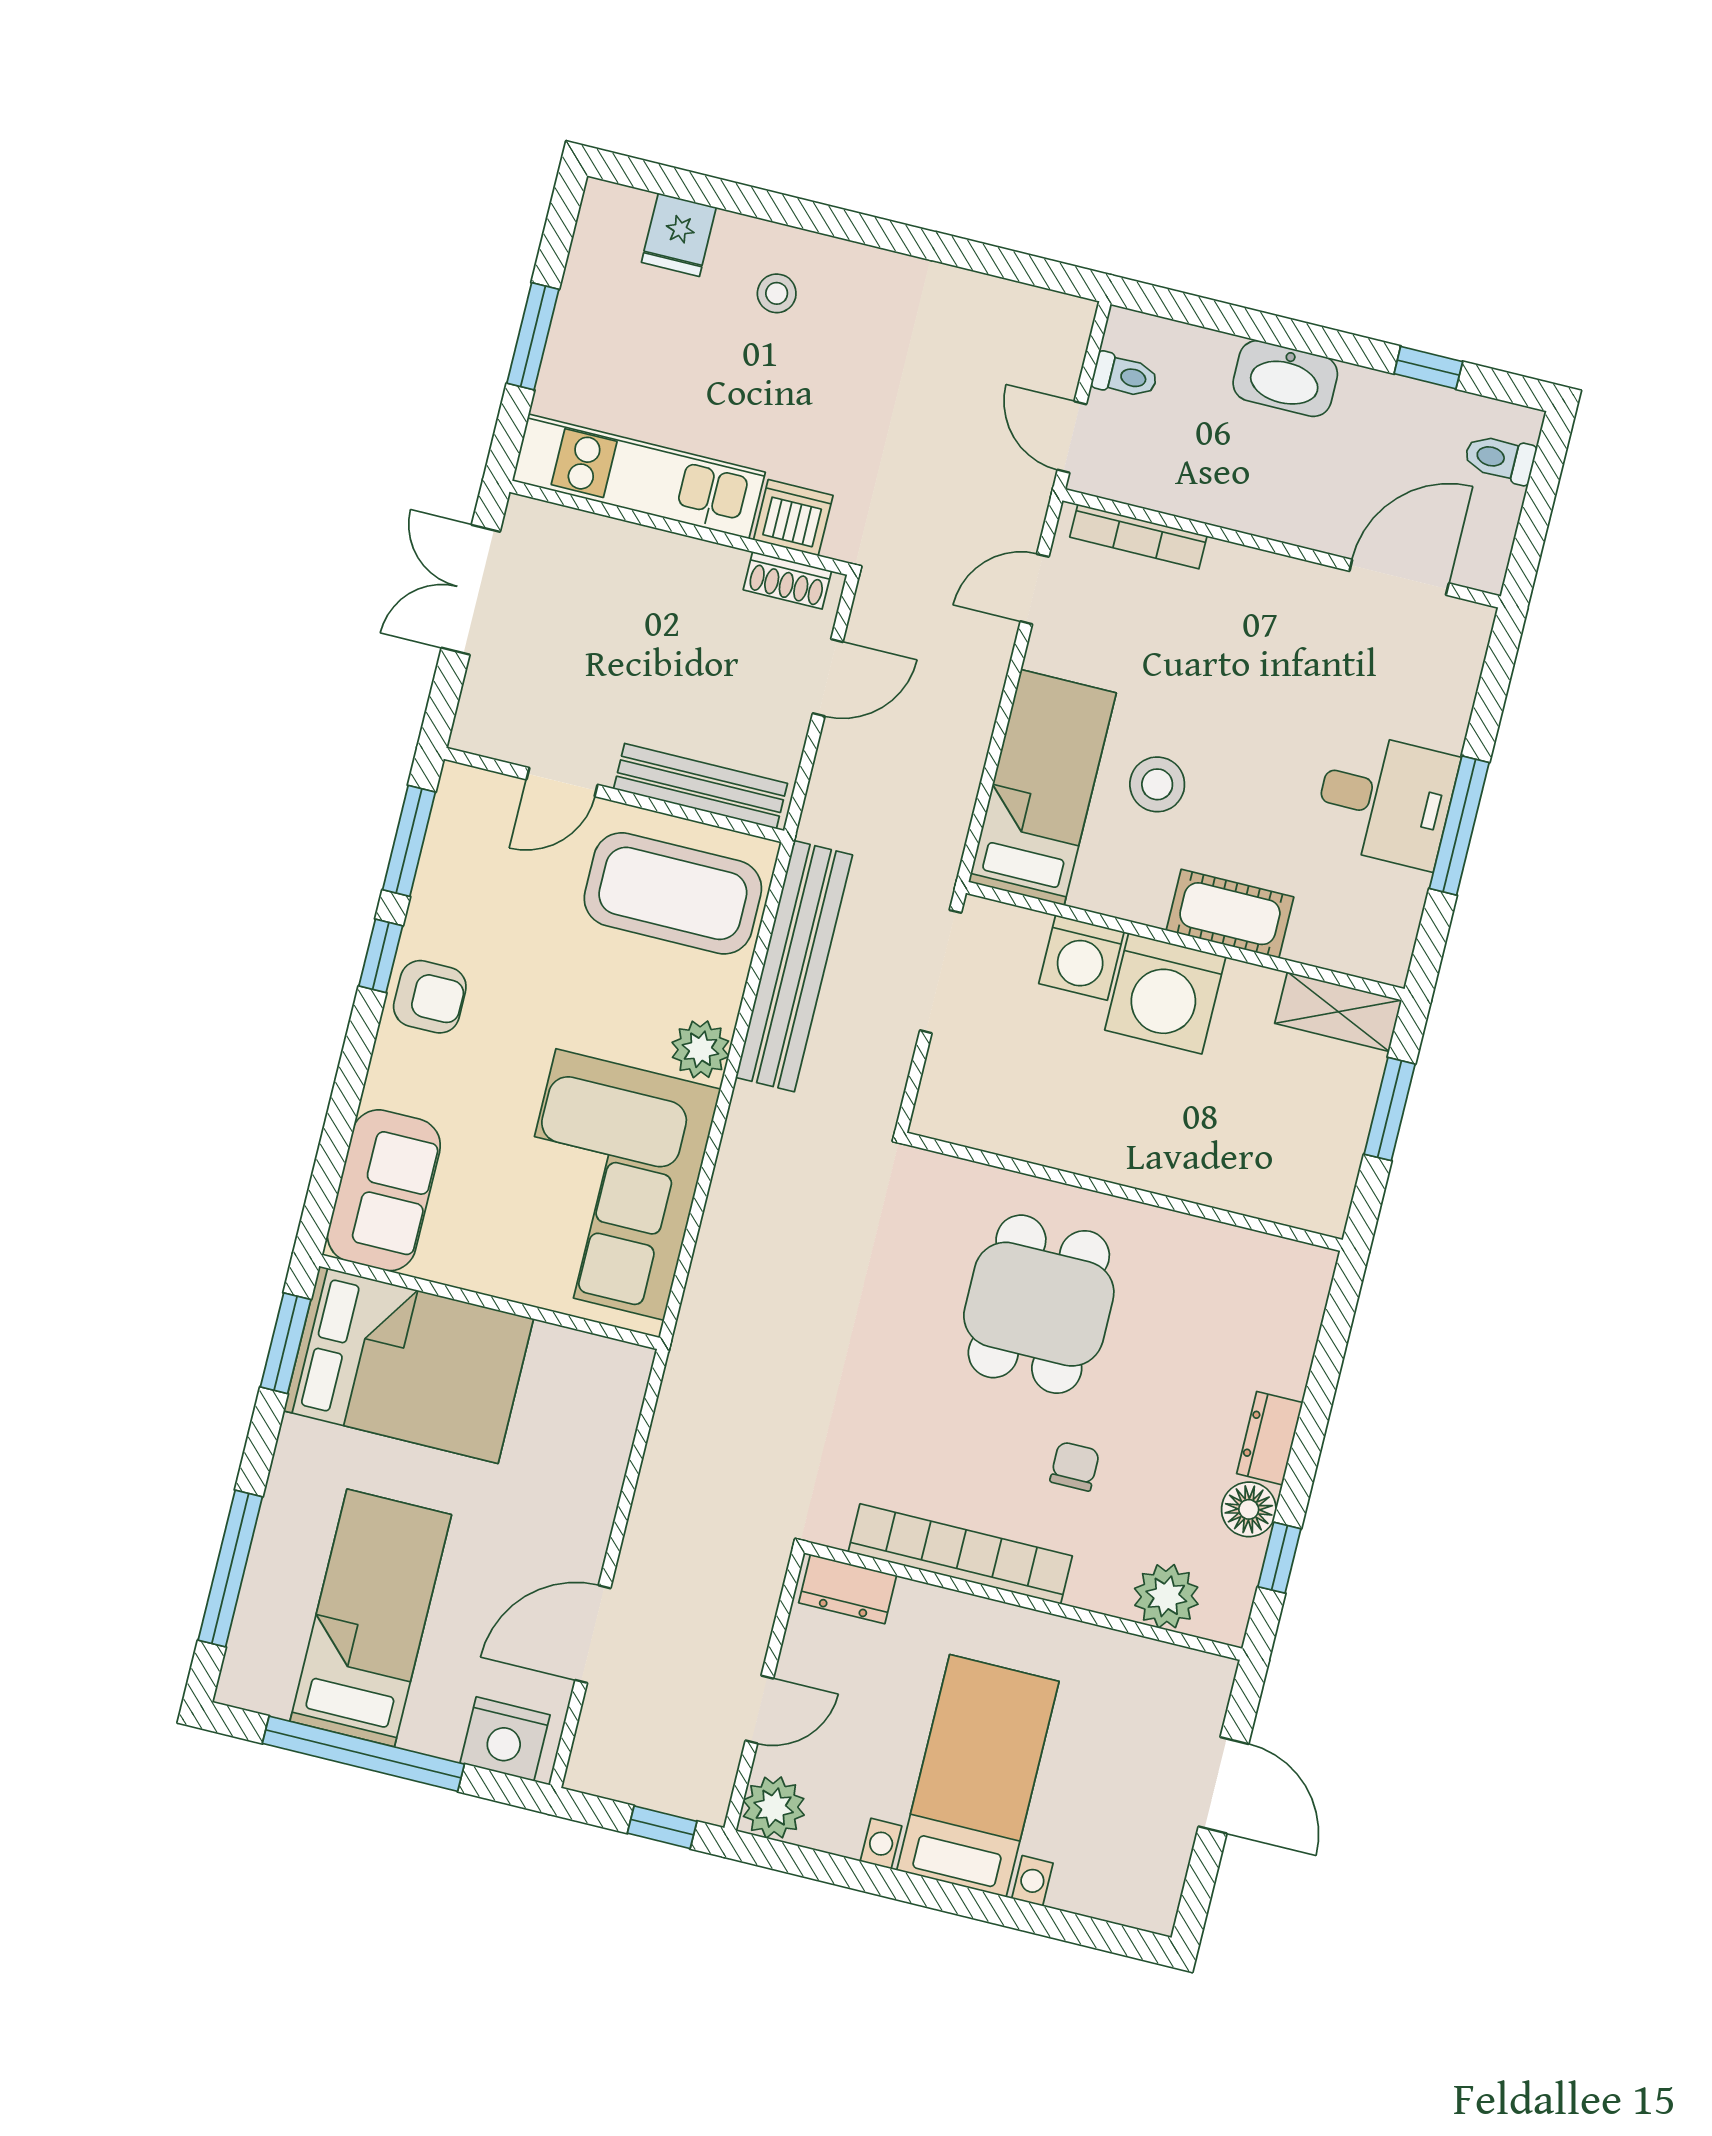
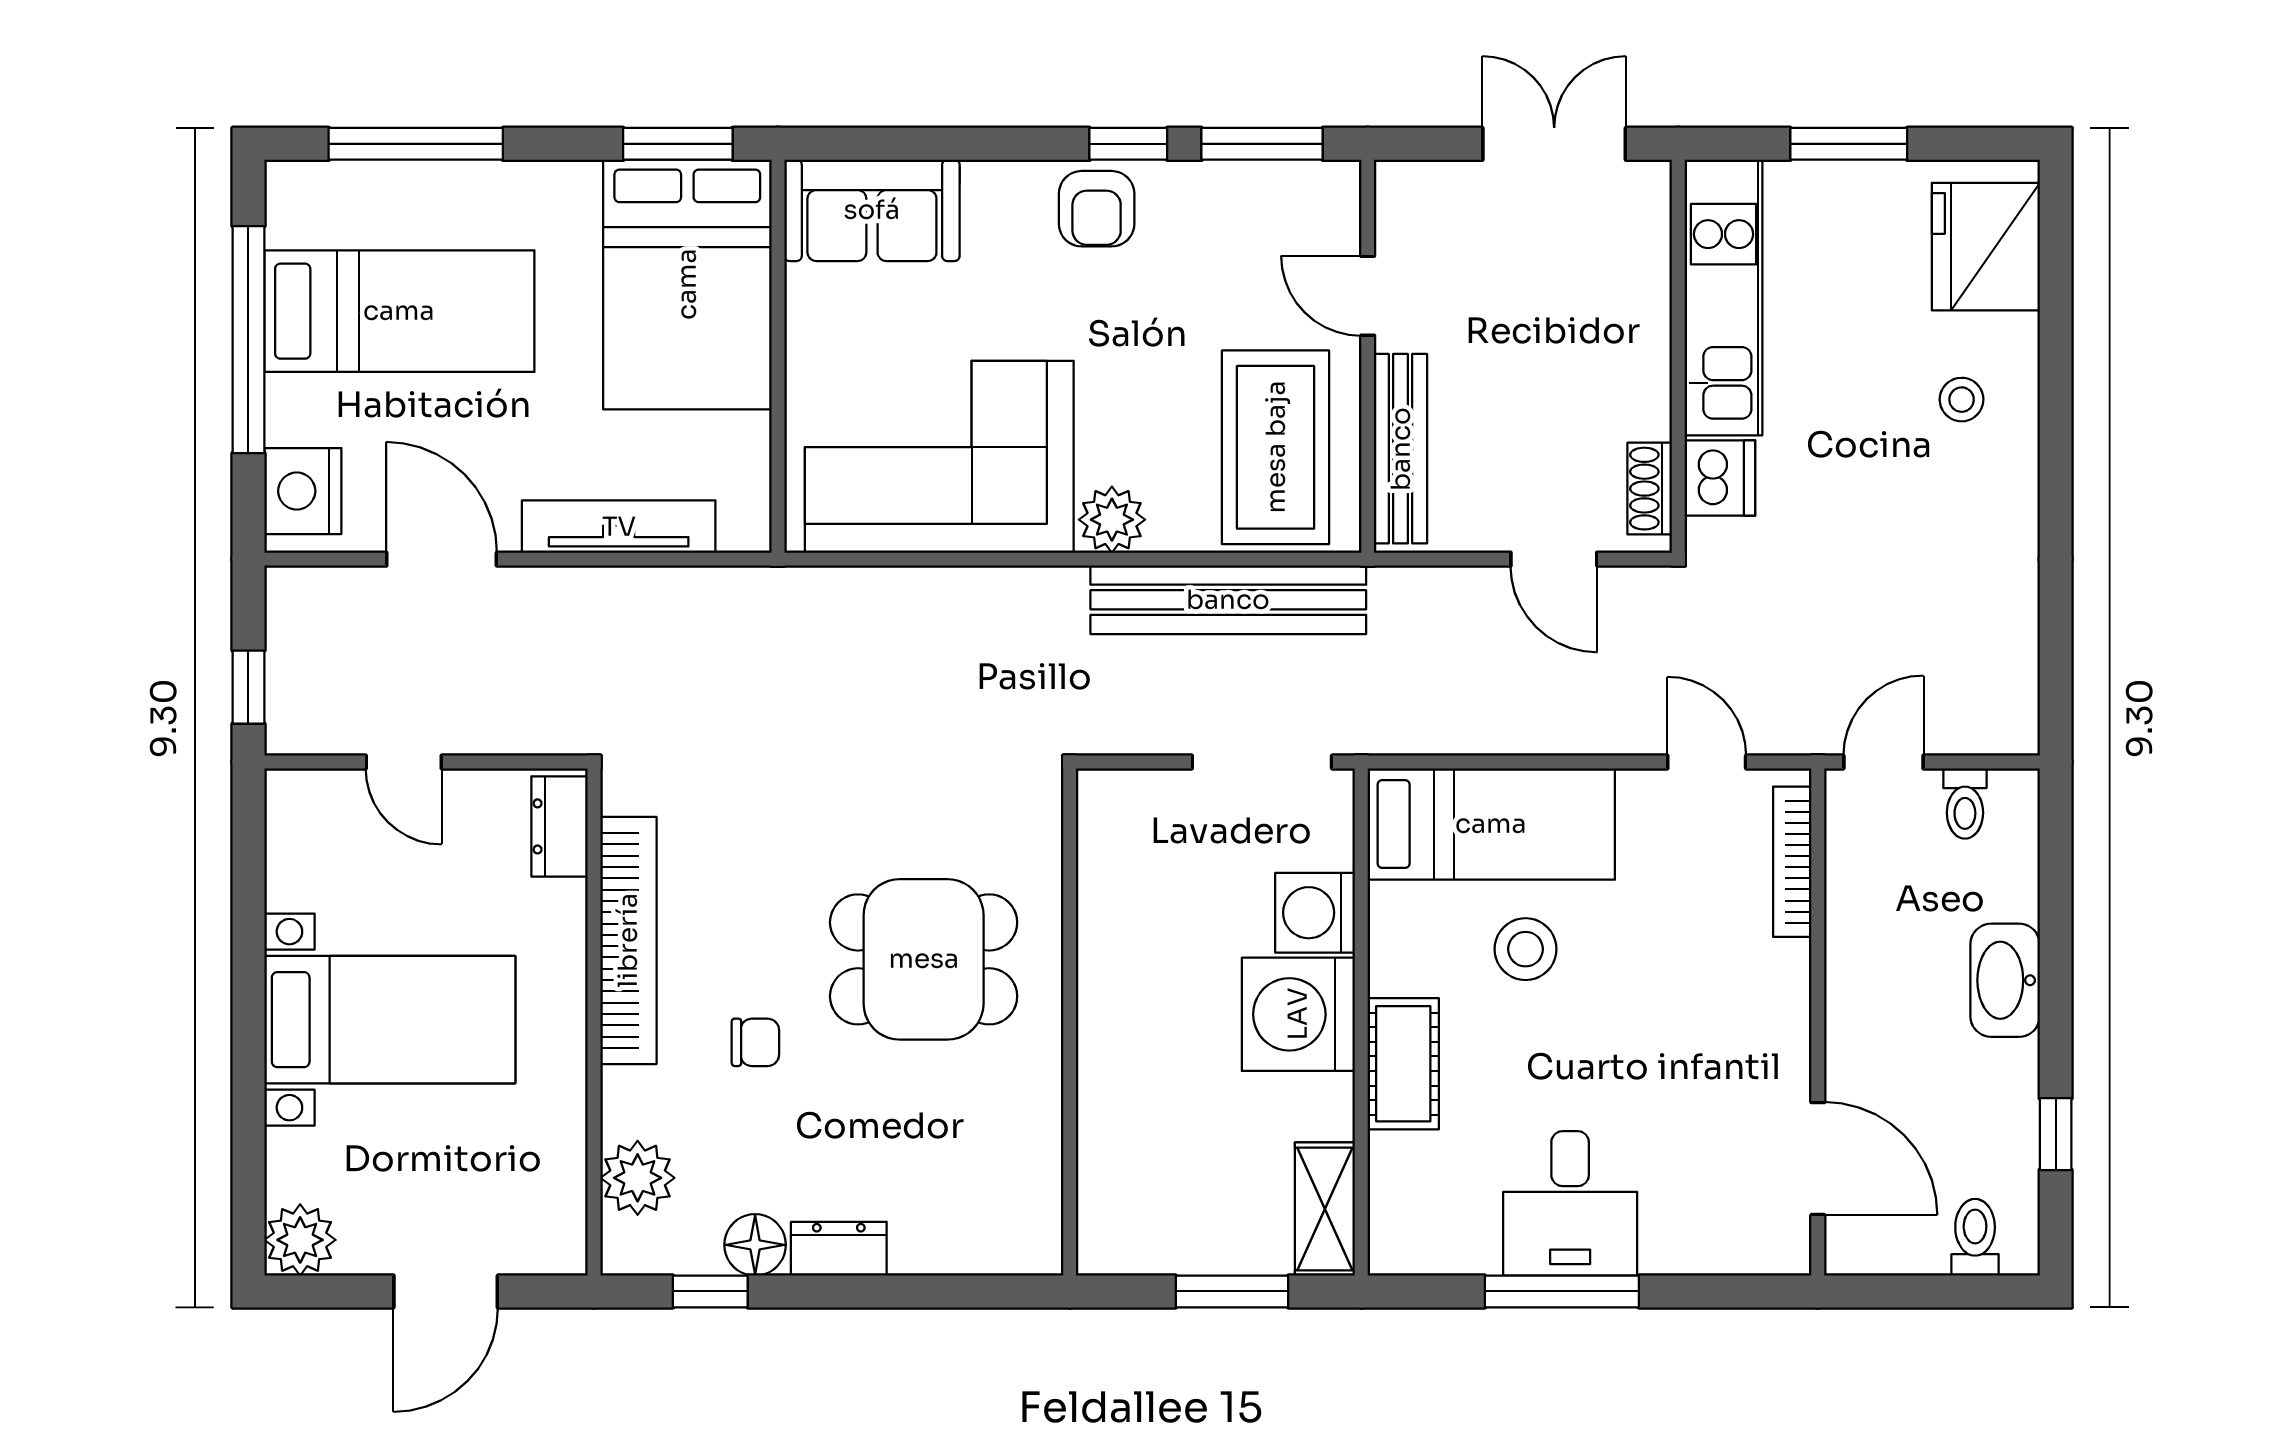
fridge: (679, 235) -> (1986, 247), width x1.88, depth x1.34
tv unit: (602, 1475) -> (619, 527), added
plant: (774, 1808) -> (300, 1240), moved

